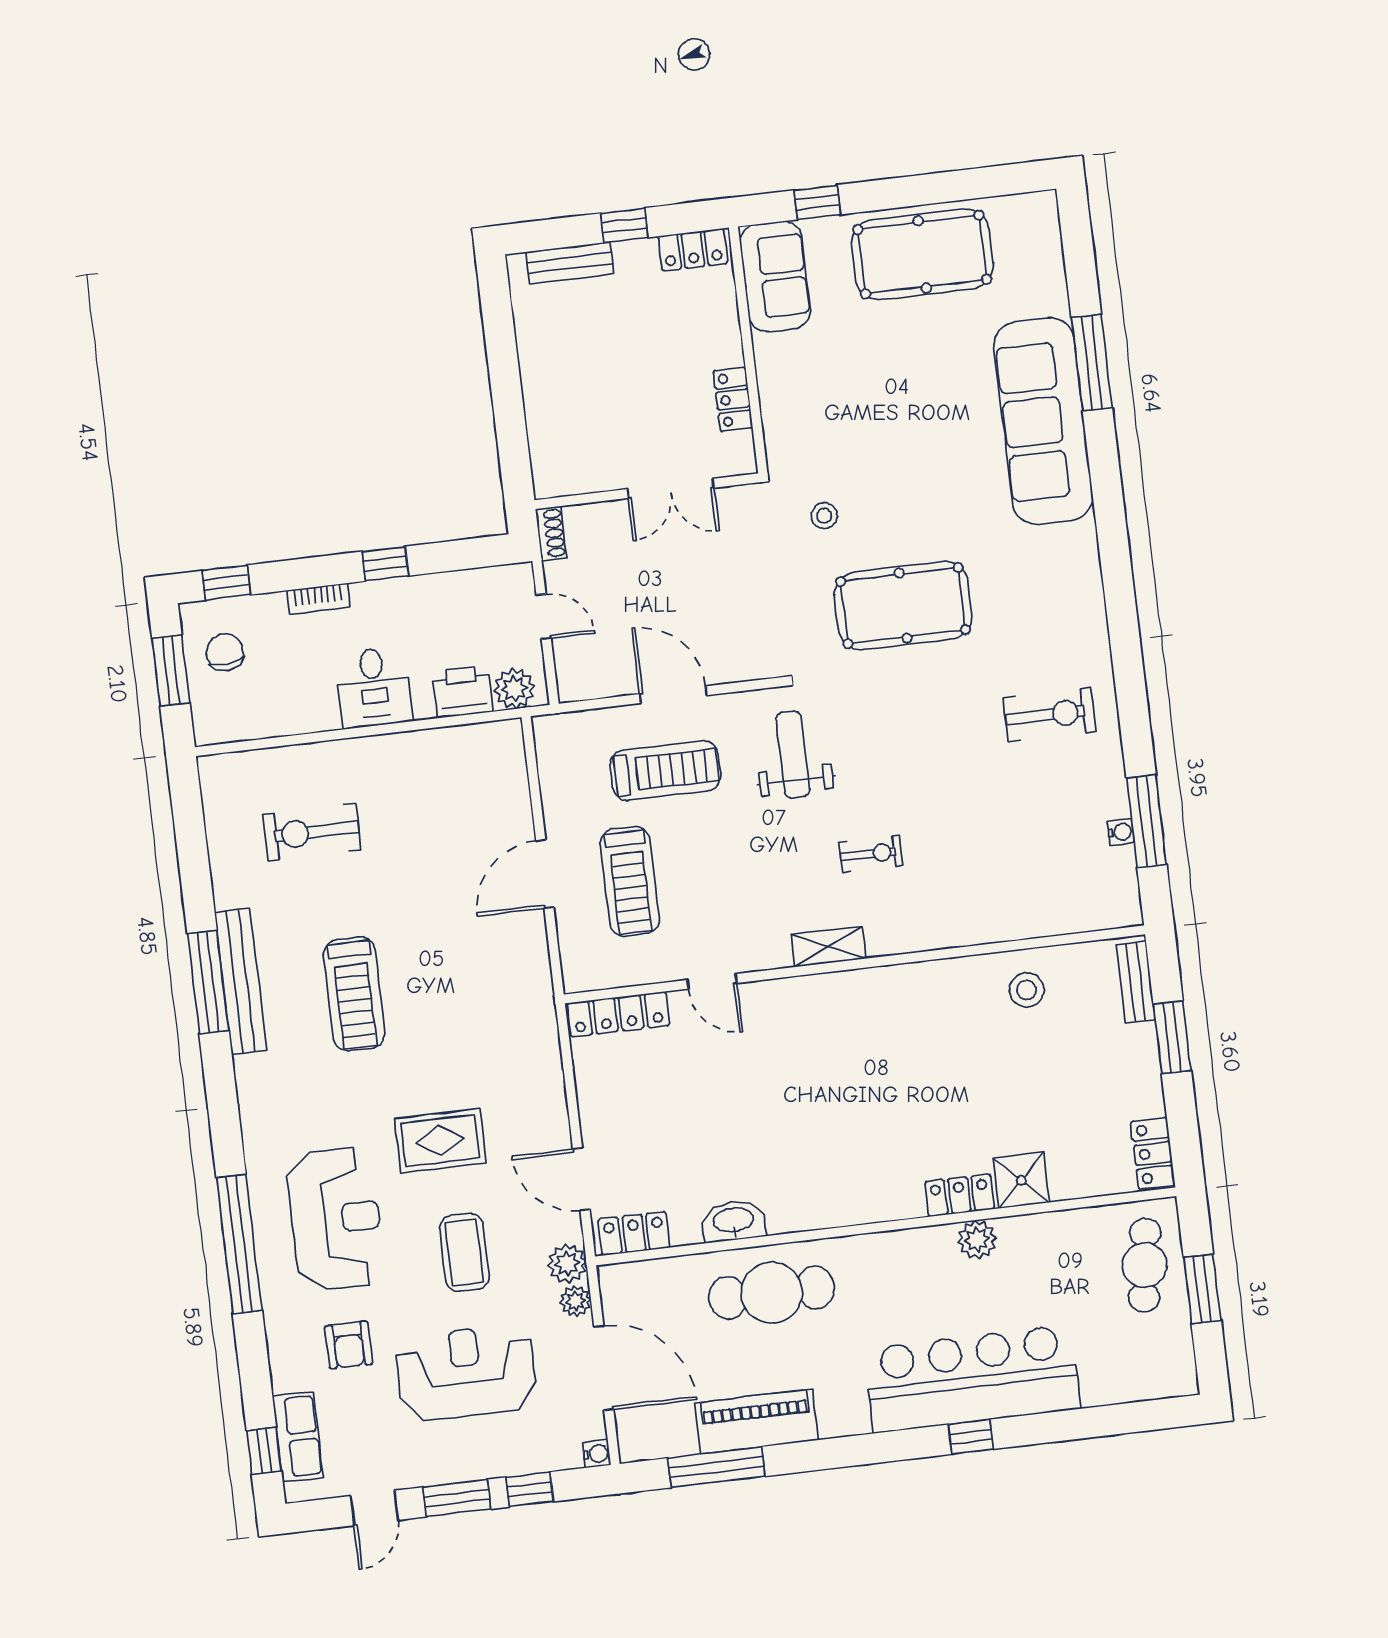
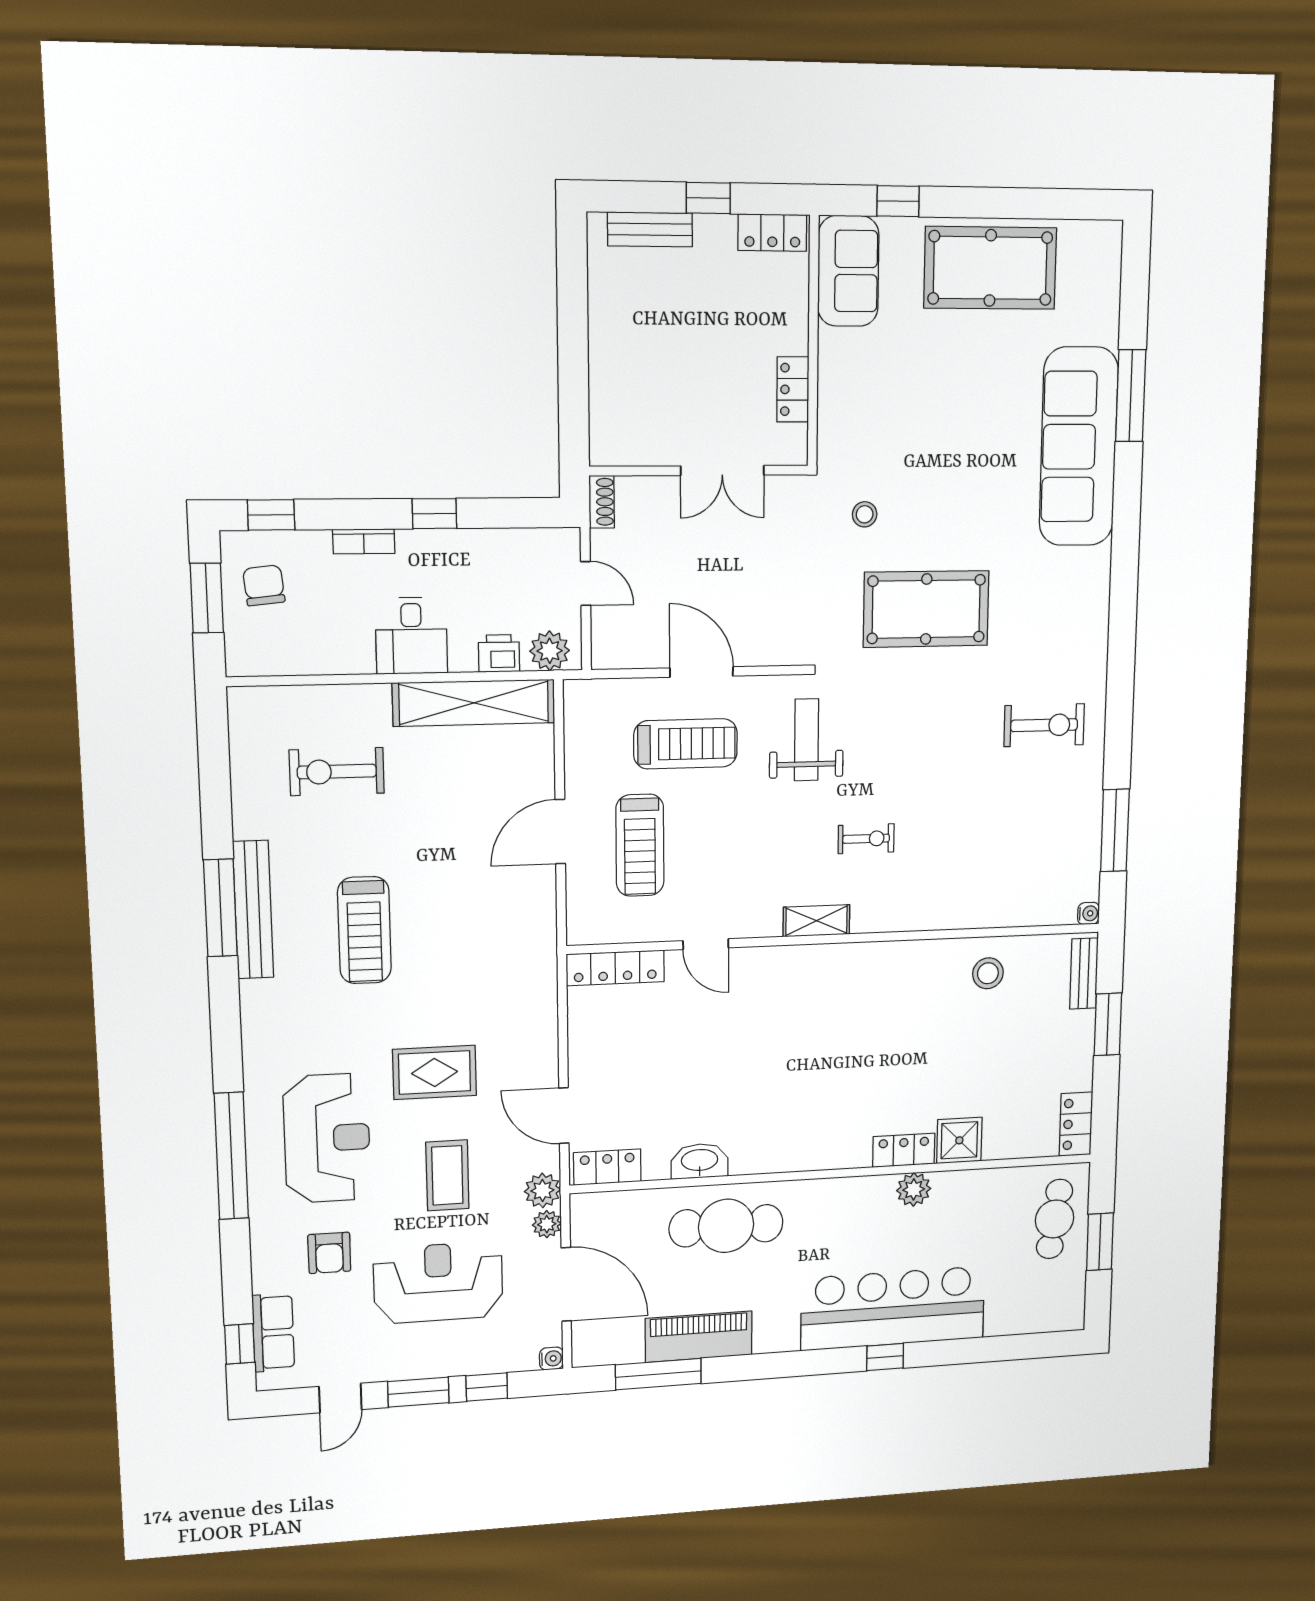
printer: (463, 692) -> (499, 653), width x0.73, depth x0.81
shelving: (443, 749) -> (474, 703), added
water cooler: (1121, 832) -> (1088, 913), moved

